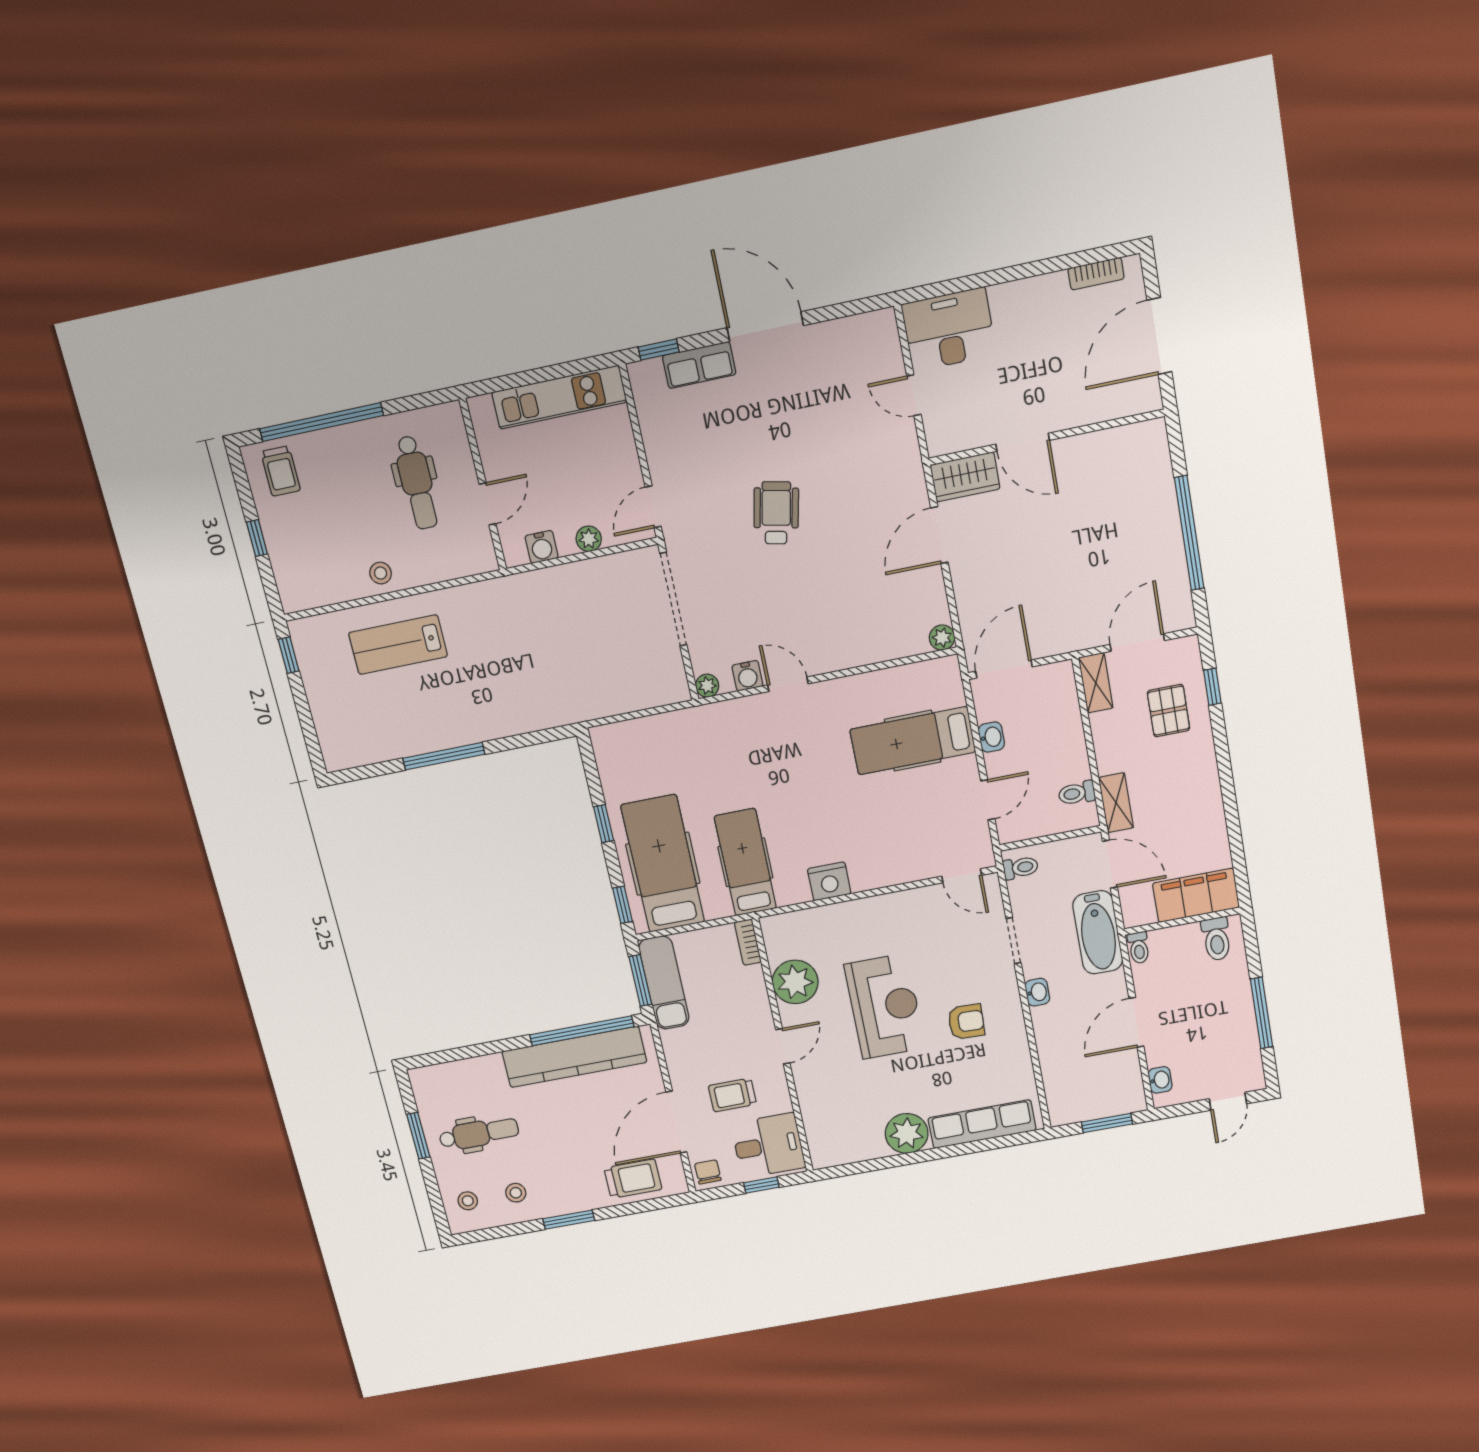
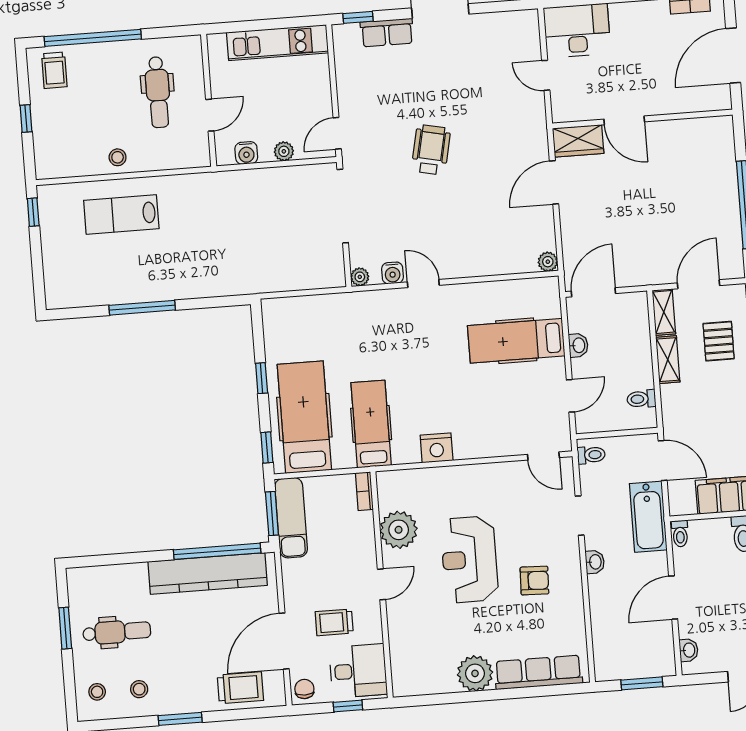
shelving: (1116, 803) -> (668, 360), moved
reception desk: (885, 1006) -> (469, 559), turned 180

